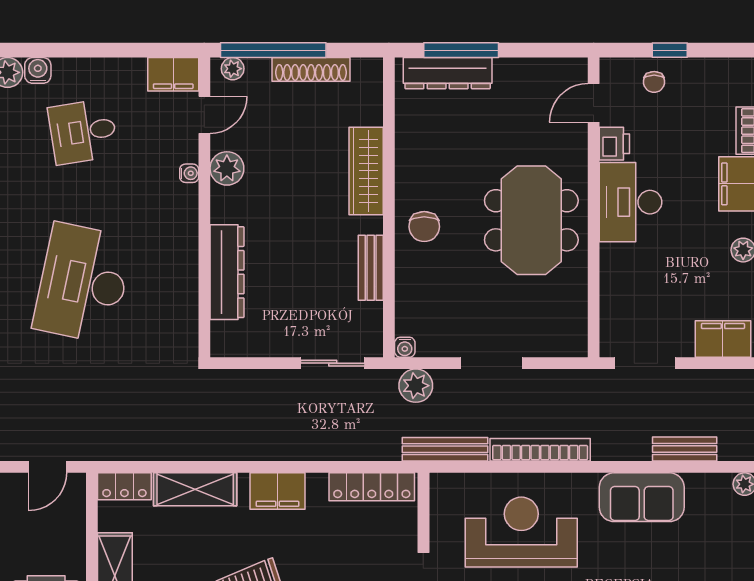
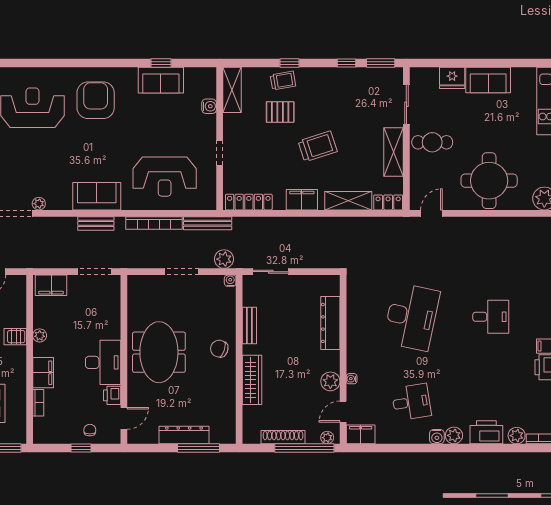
dresser: (448, 73) -> (184, 435), moved
chair: (424, 227) -> (219, 349), turned -72
bench: (685, 449) -> (96, 223), moved

